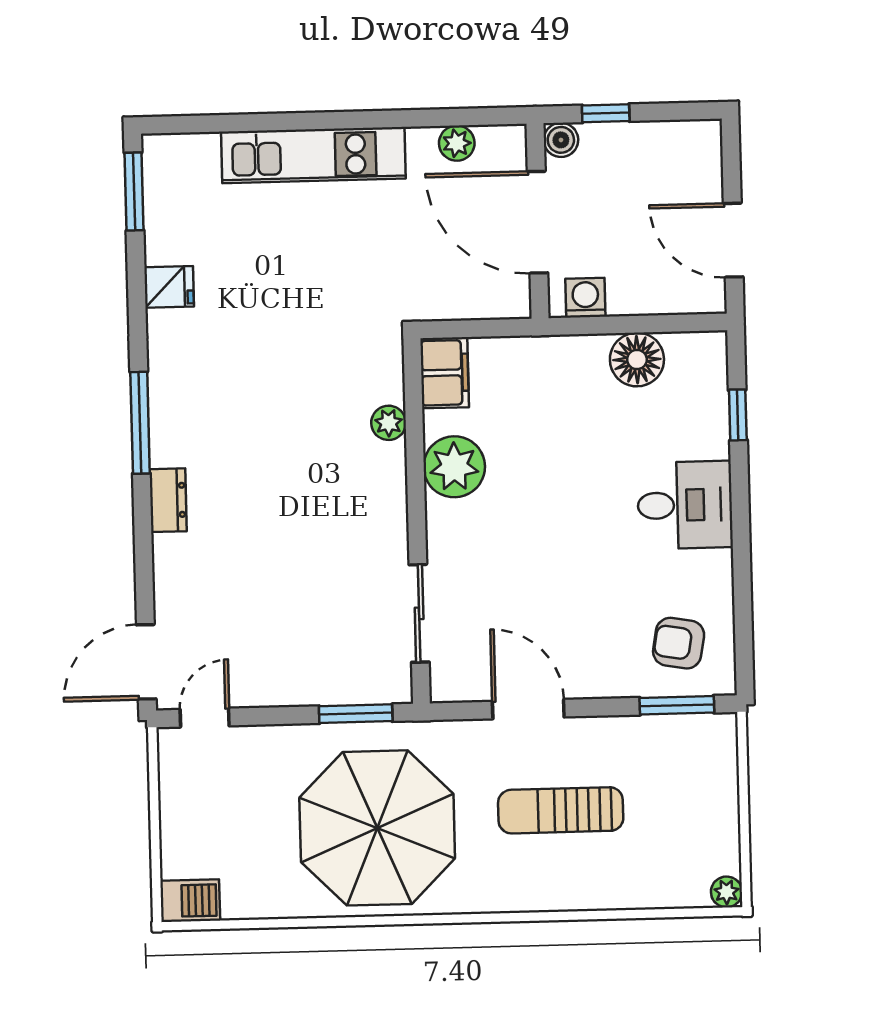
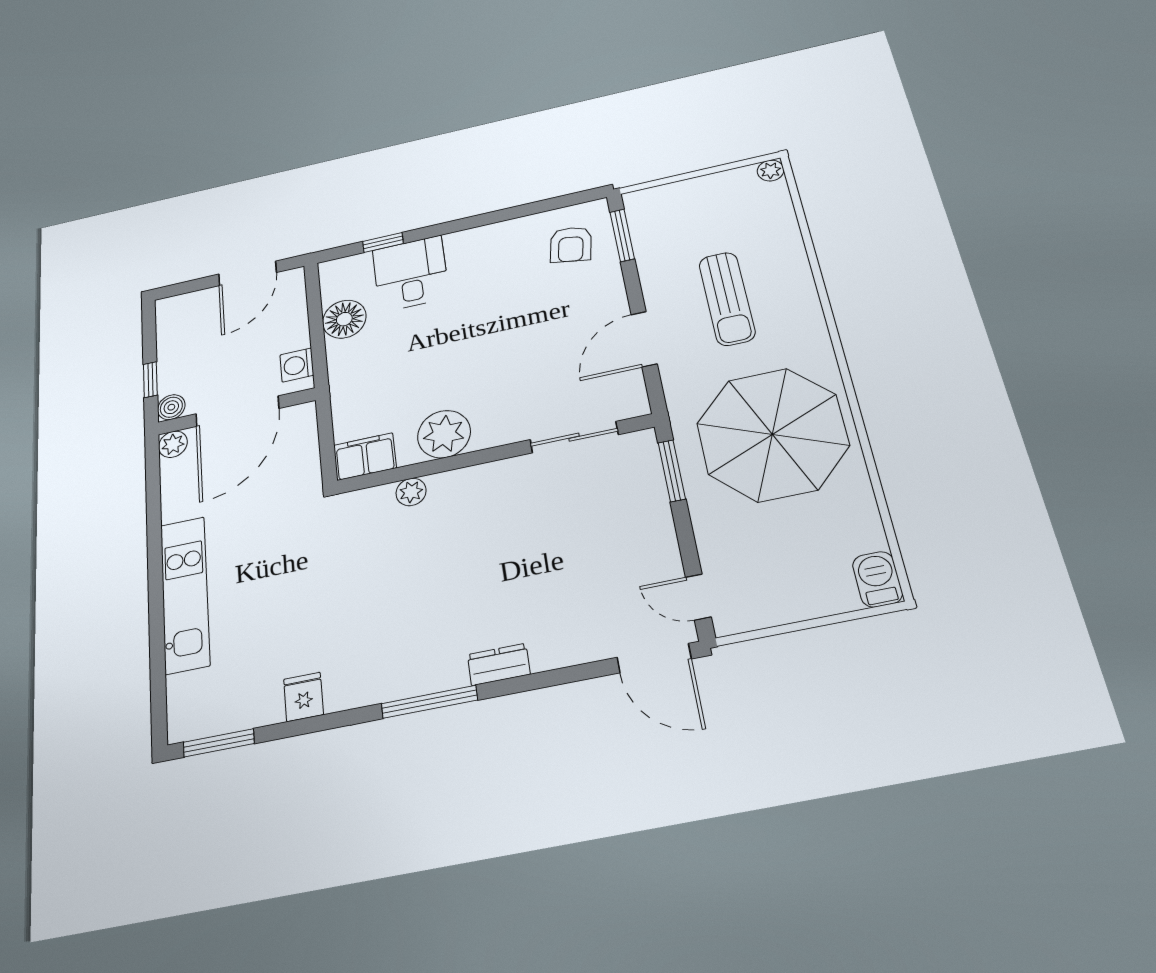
plant: (457, 143) -> (173, 444), moved
desk: (685, 505) -> (411, 274), moved

